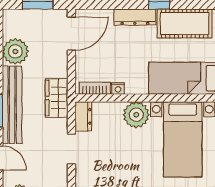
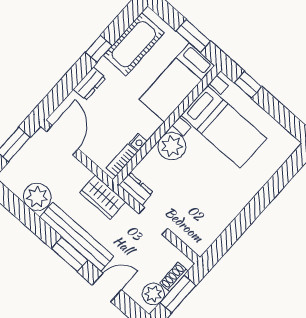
dresser: (135, 17) -> (90, 84), width x0.70

